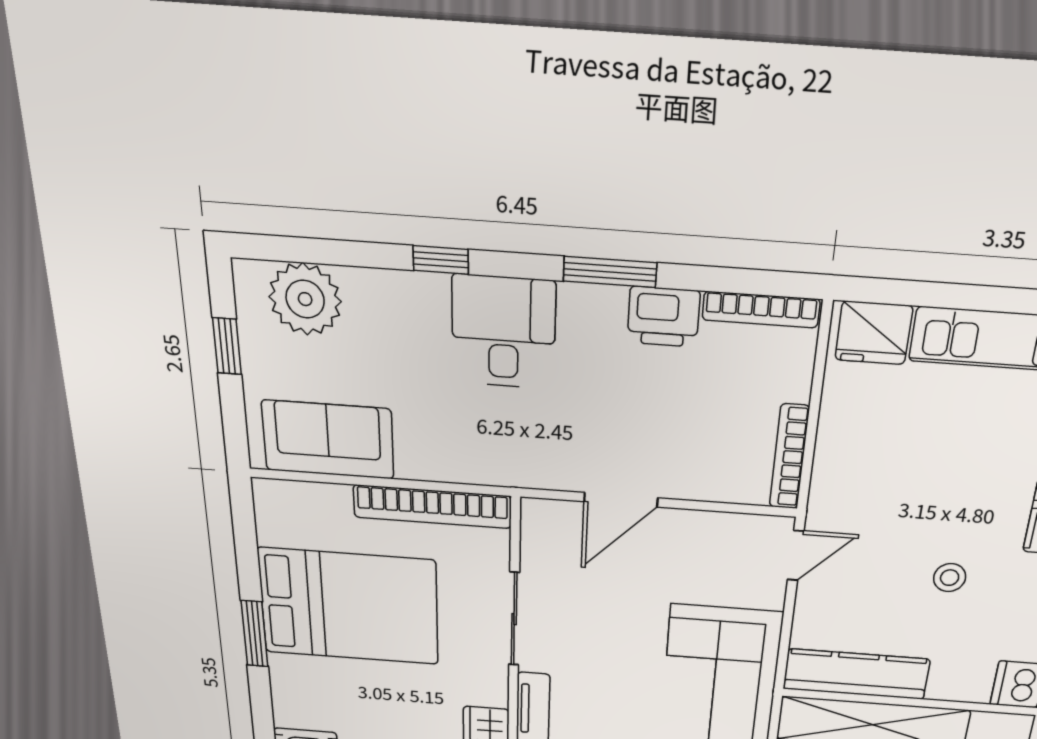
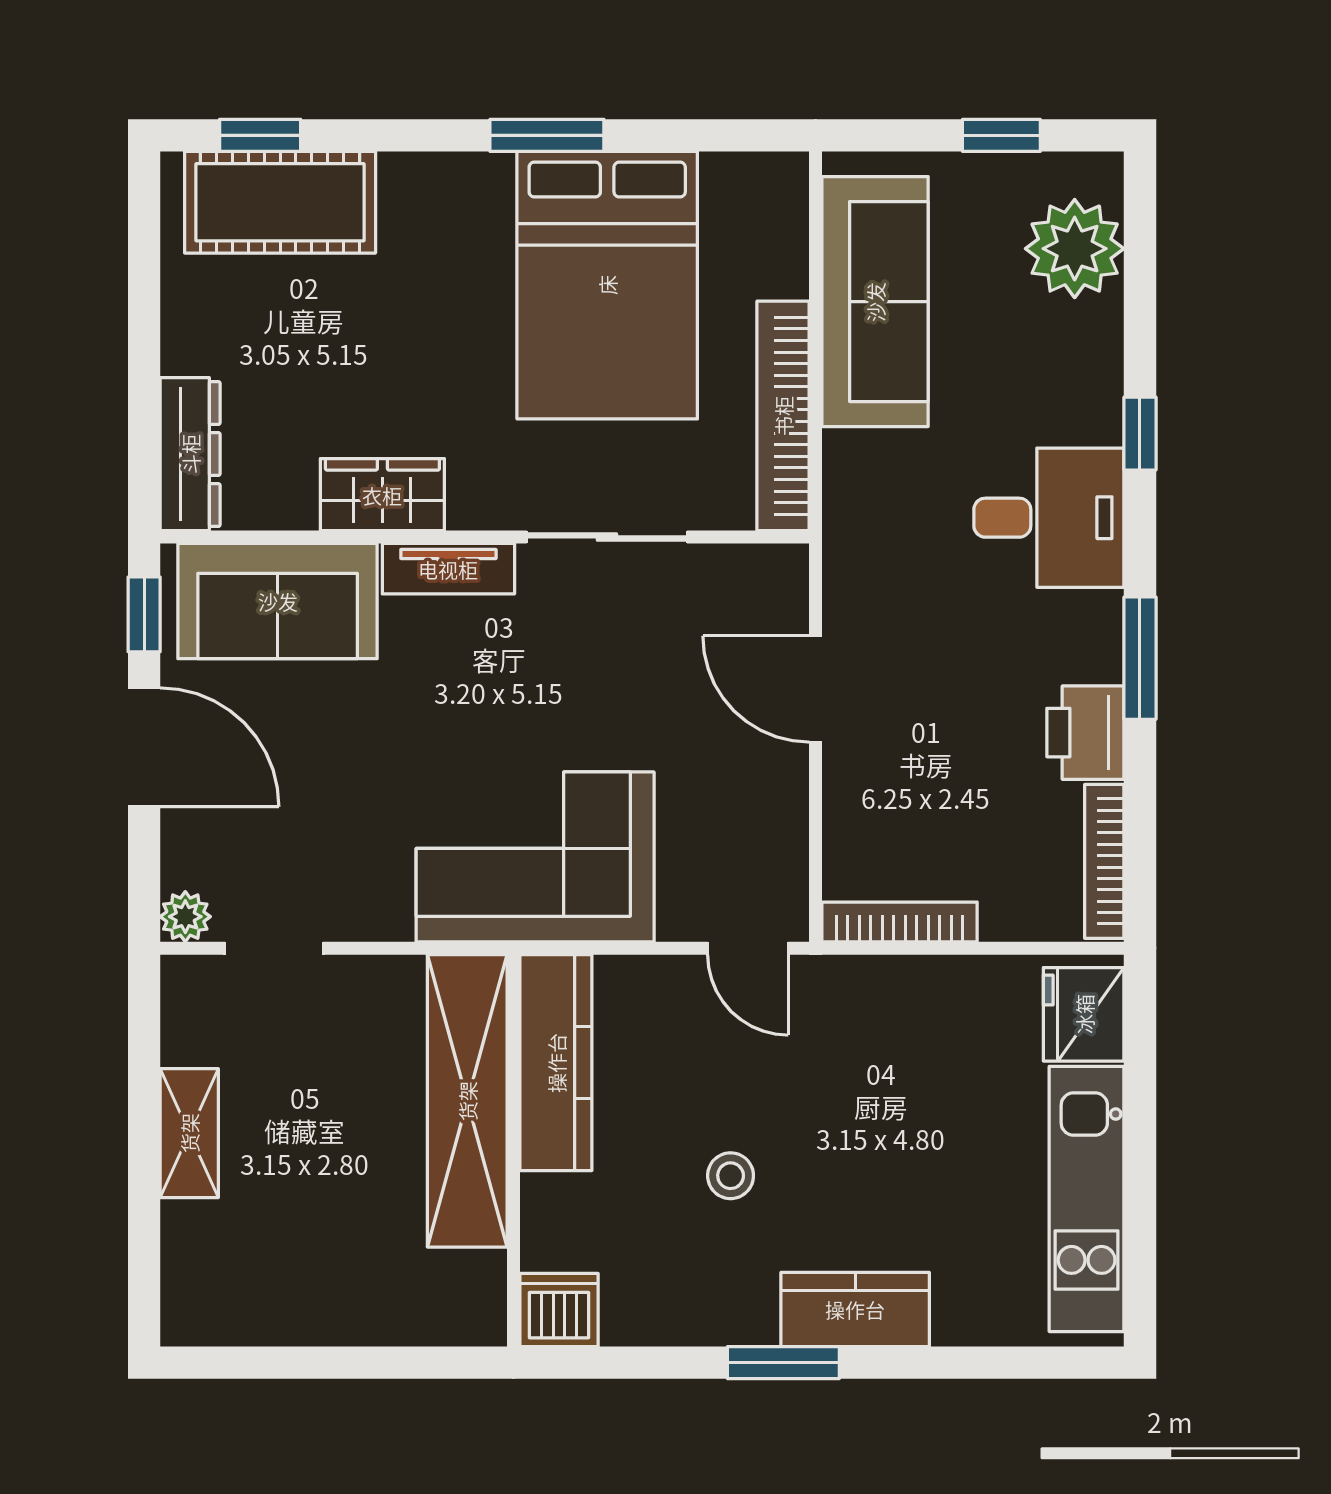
sofa: (328, 440) -> (875, 302), width x1.36

